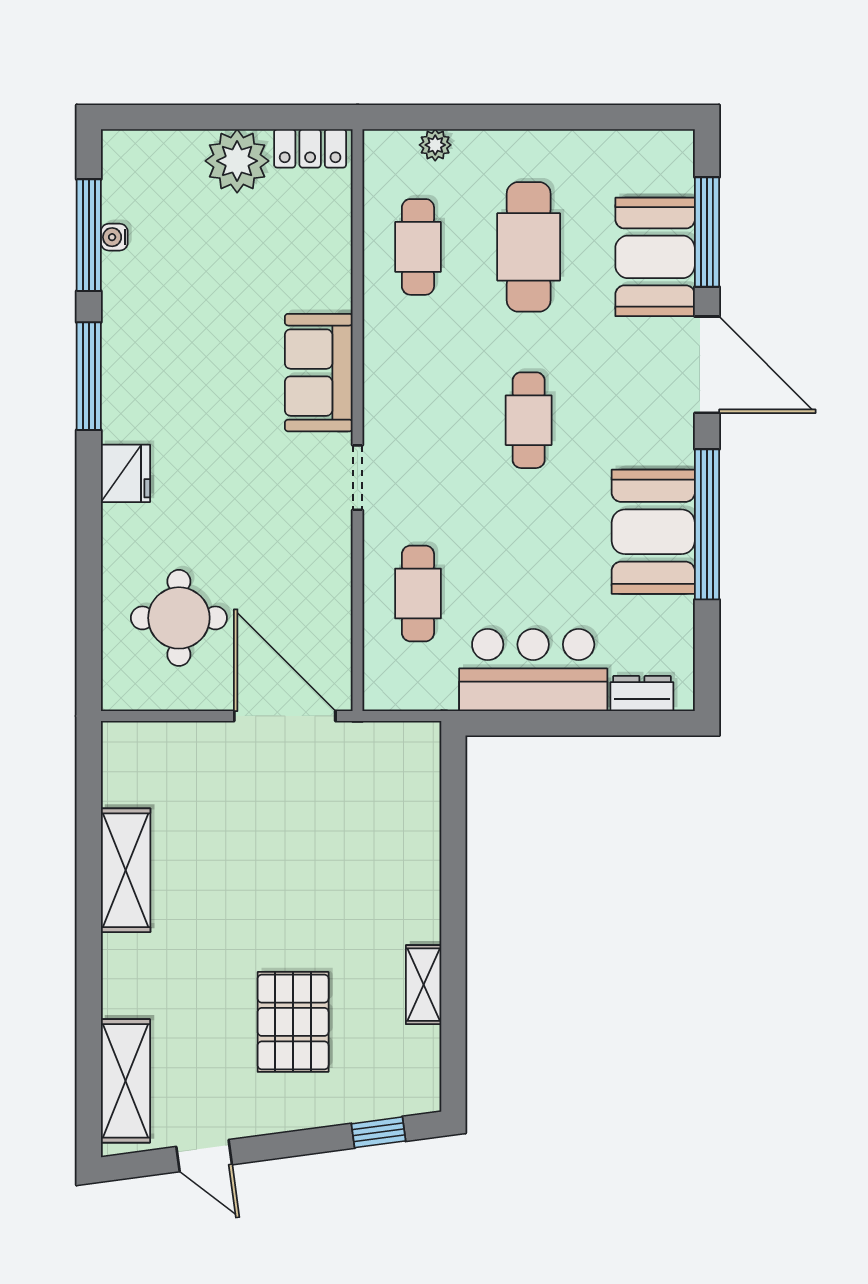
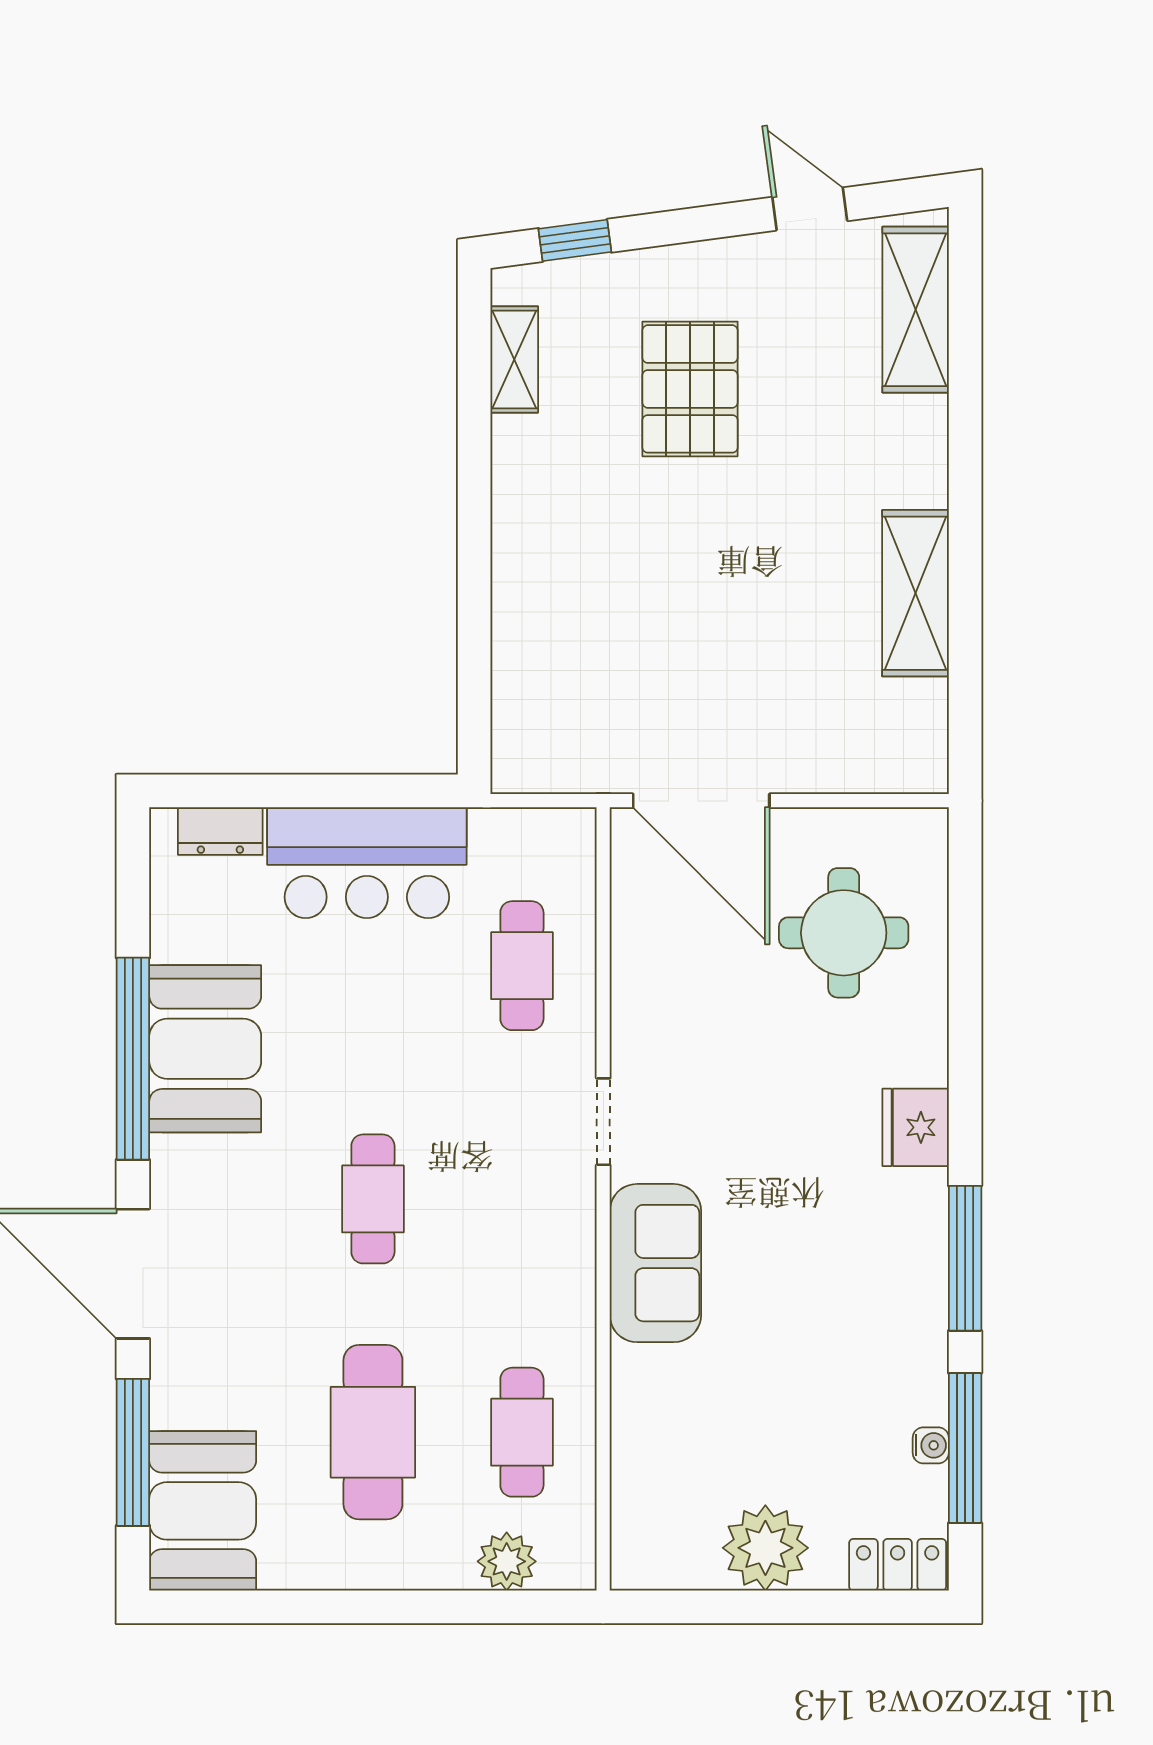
plant: (435, 145) -> (507, 1561), width x1.38, depth x1.38
locker: (310, 148) -> (898, 1565), moved
booth: (655, 257) -> (203, 1511), moved
shelving: (424, 985) -> (514, 360), moved

